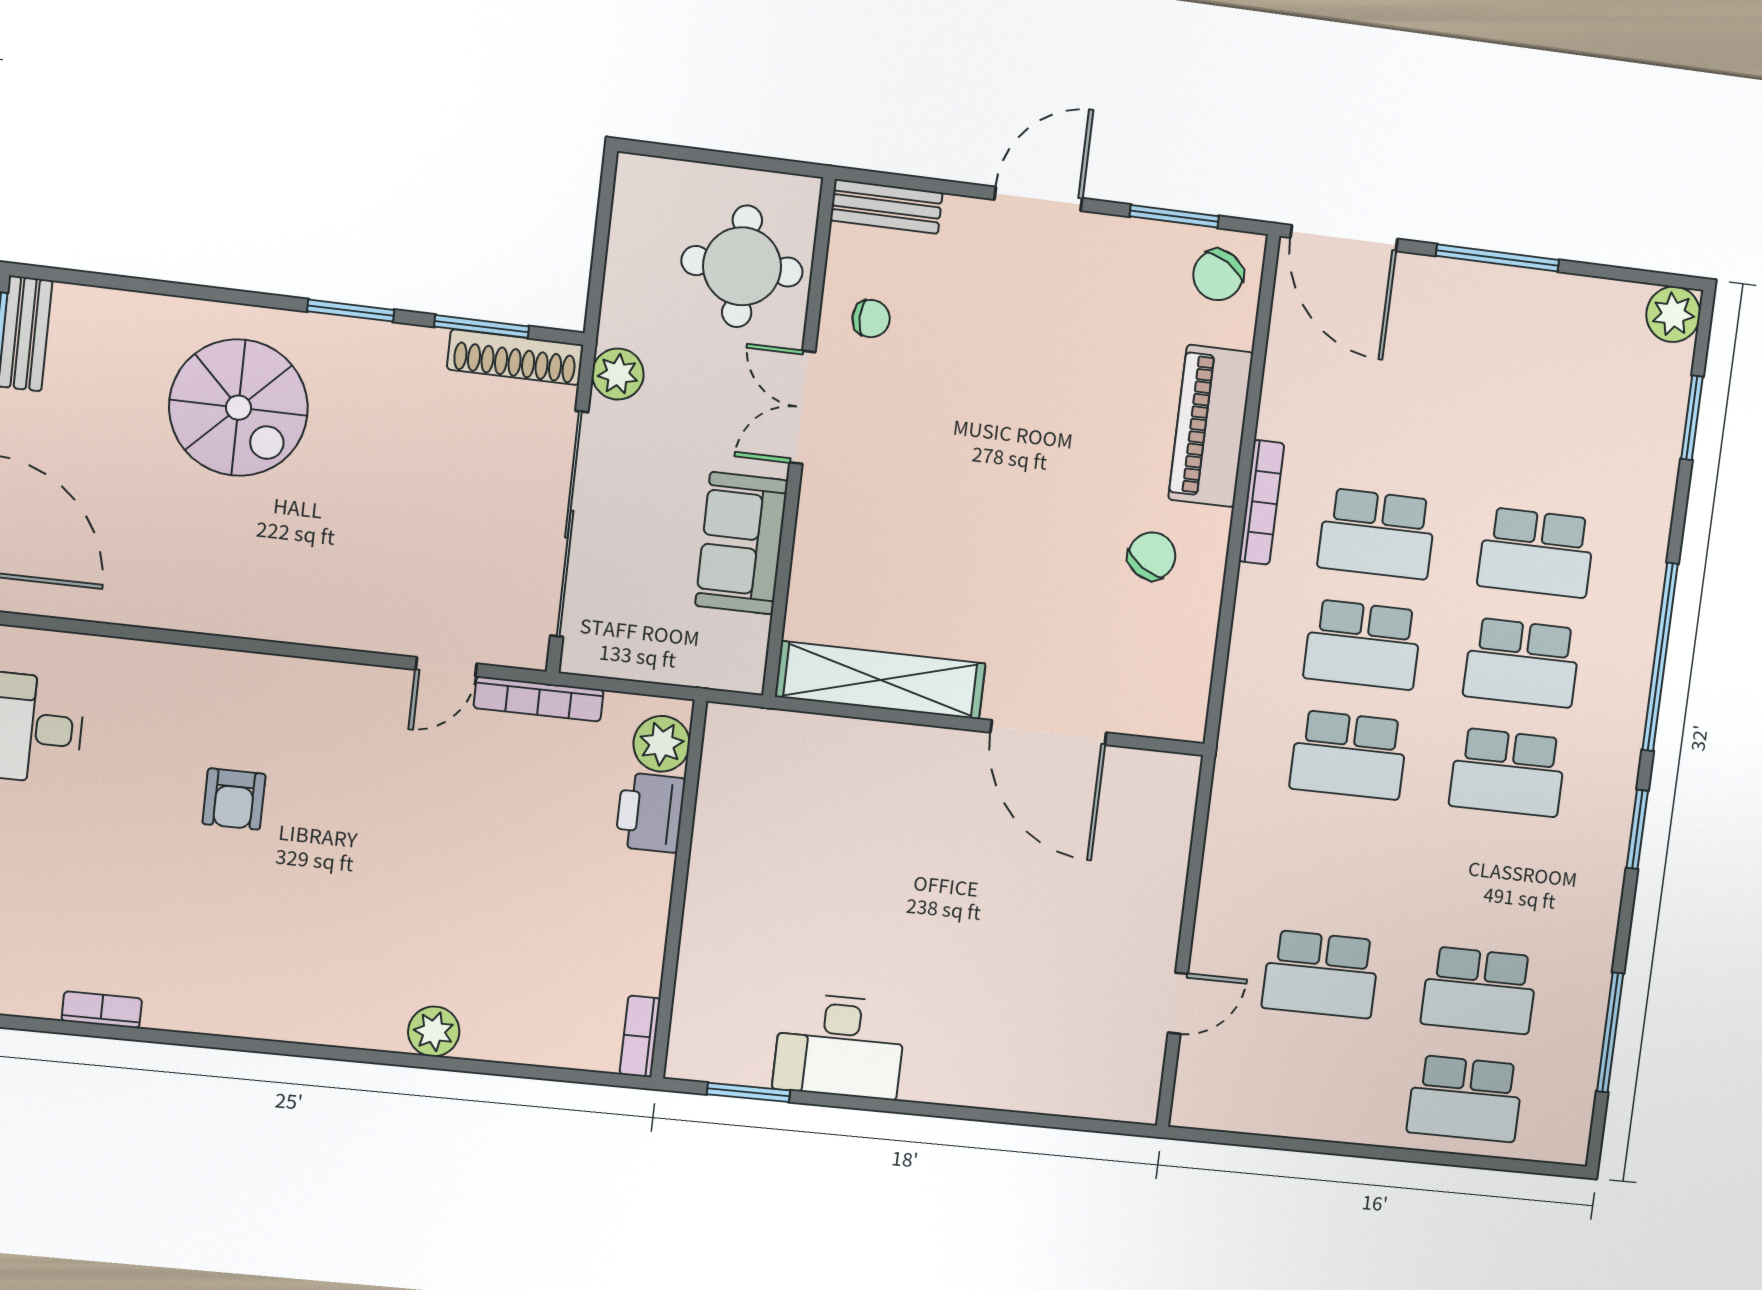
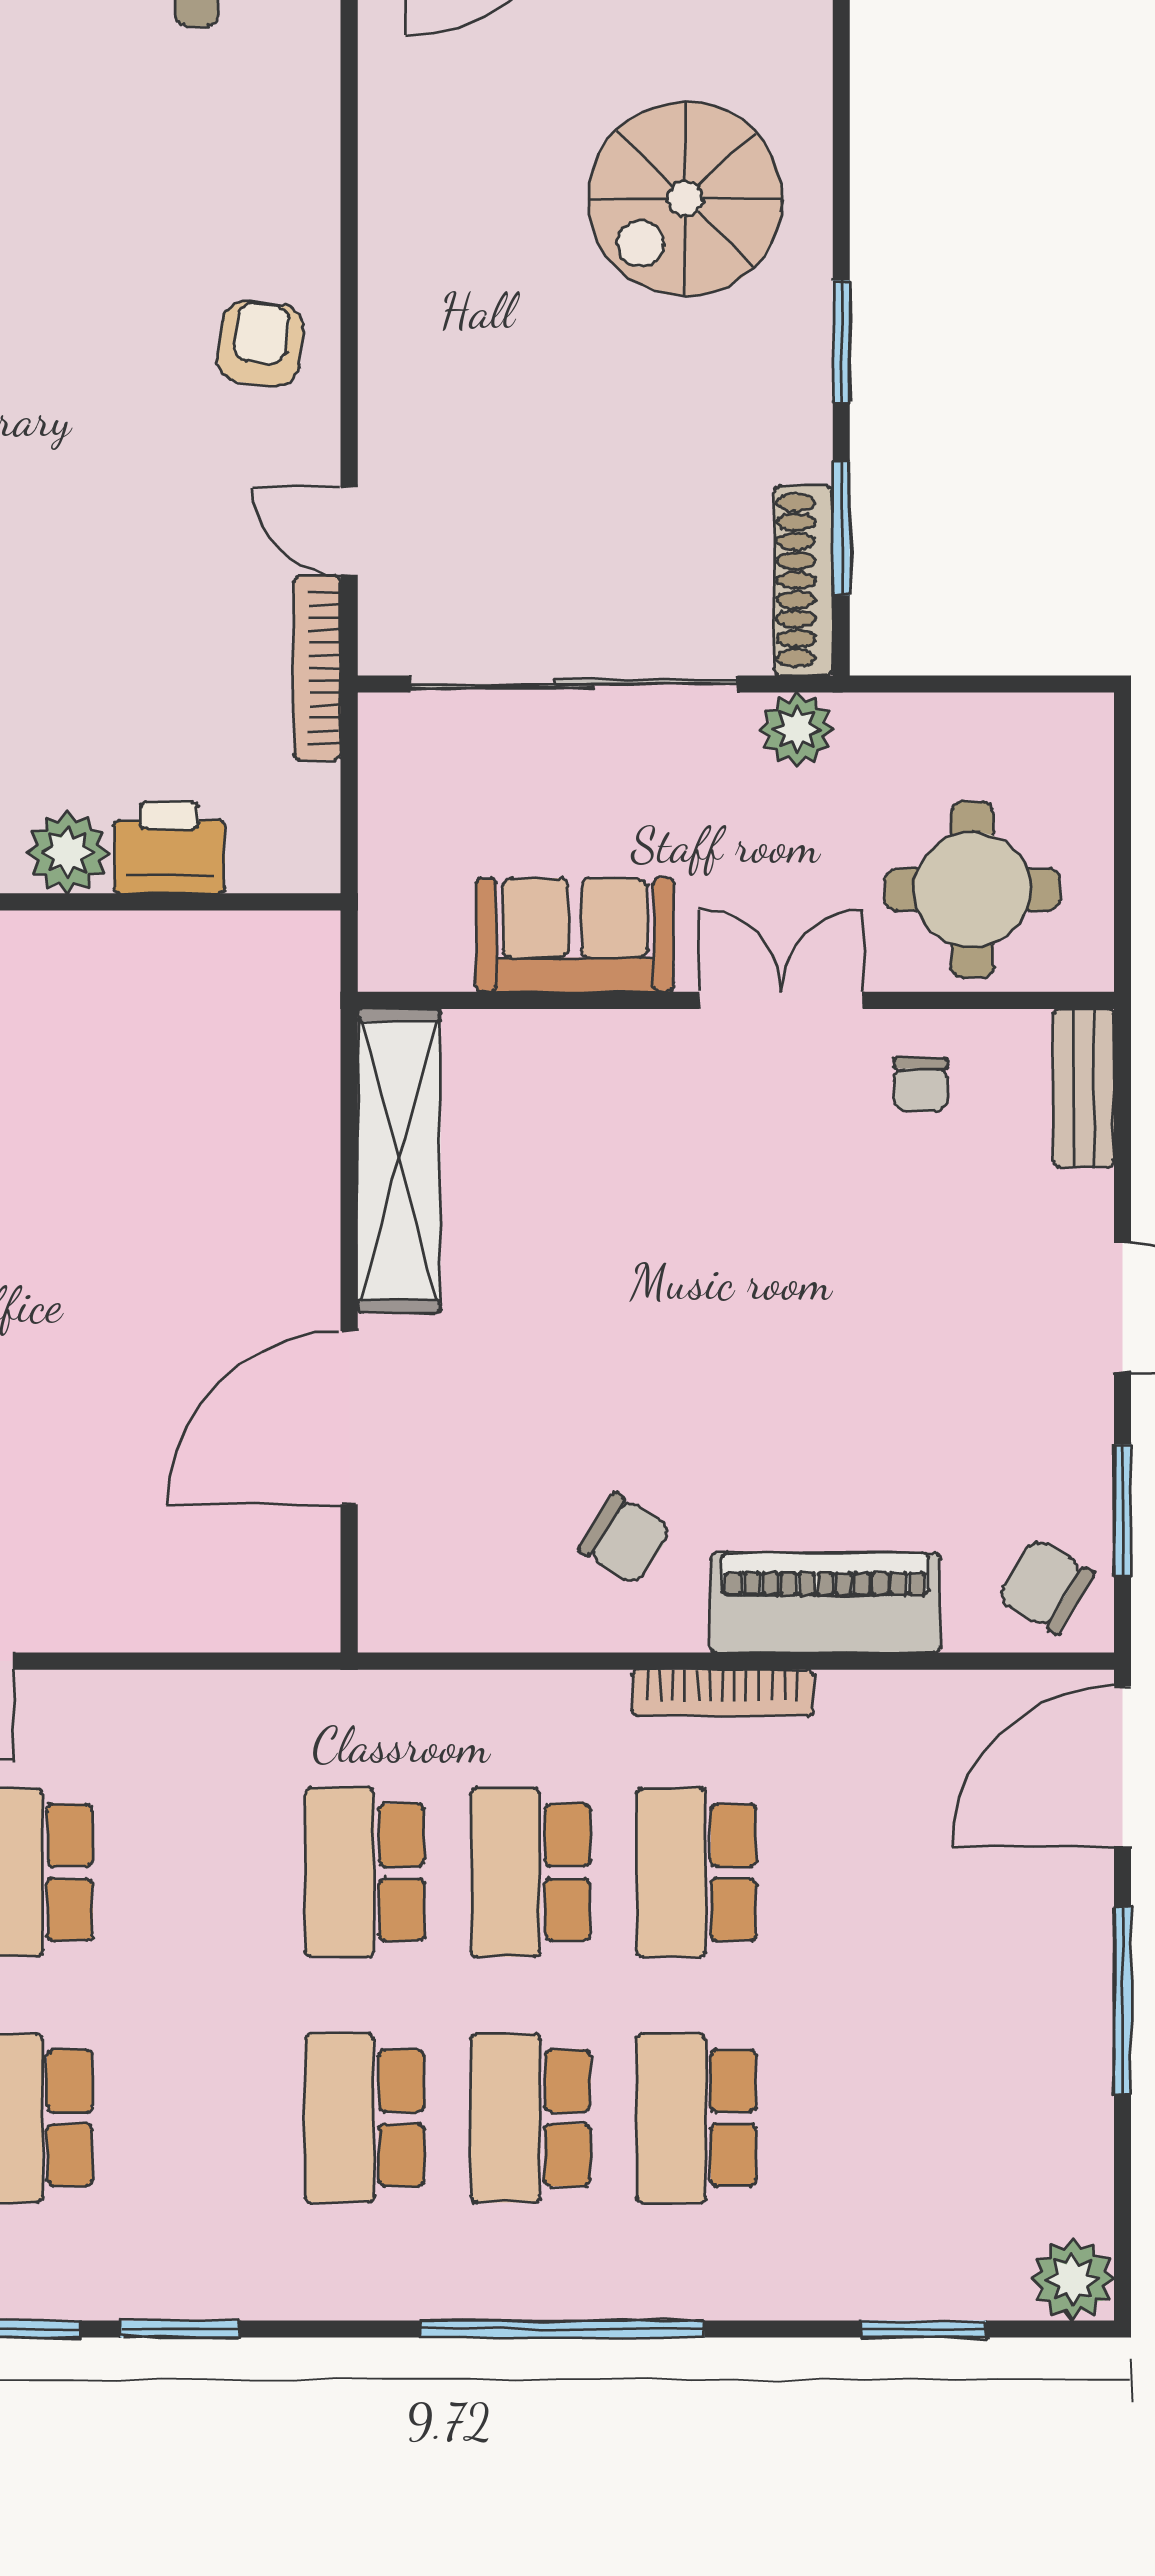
plant: (662, 744) -> (67, 853), moved
armchair: (234, 799) -> (261, 344), moved, turned 97
window: (1637, 829) -> (180, 2329), moved

